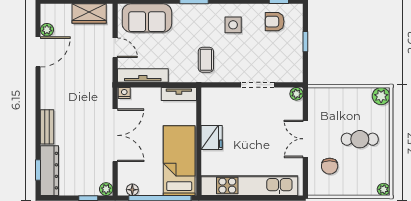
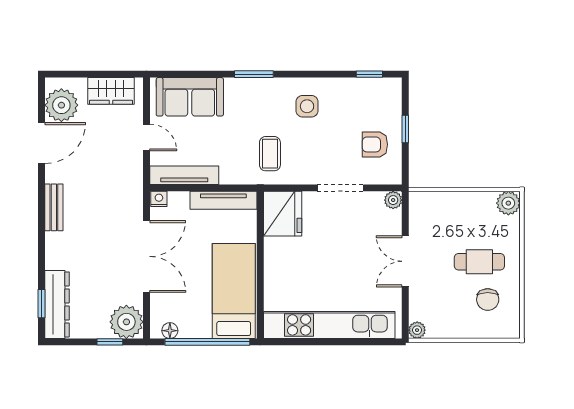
armchair: (275, 22) -> (375, 144), moved
plant: (47, 30) -> (61, 105), width x1.87, depth x1.87
tv unit: (179, 94) -> (223, 200), width x1.41
bench: (47, 127) -> (54, 207), moved
fridge: (212, 138) -> (283, 214), moved, width x1.36, depth x1.34
chair: (330, 166) -> (488, 300), moved
plant: (106, 189) -> (126, 322), width x1.87, depth x1.87
plant: (384, 189) -> (417, 330), moved

